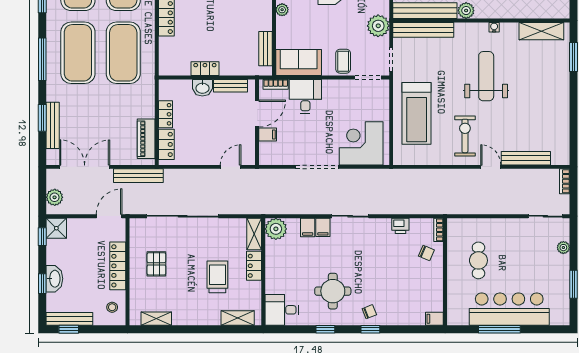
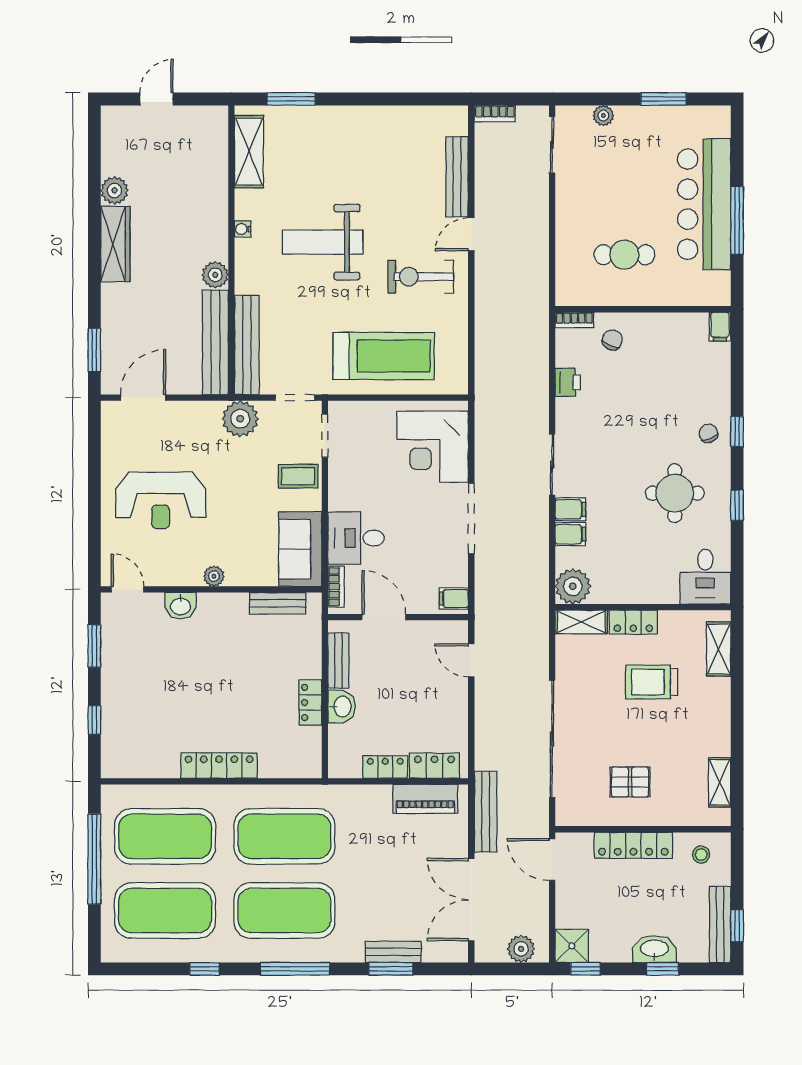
bench: (53, 125) -> (393, 952), width x0.73
filing cabinet: (268, 135) -> (454, 599), moved, turned -90

